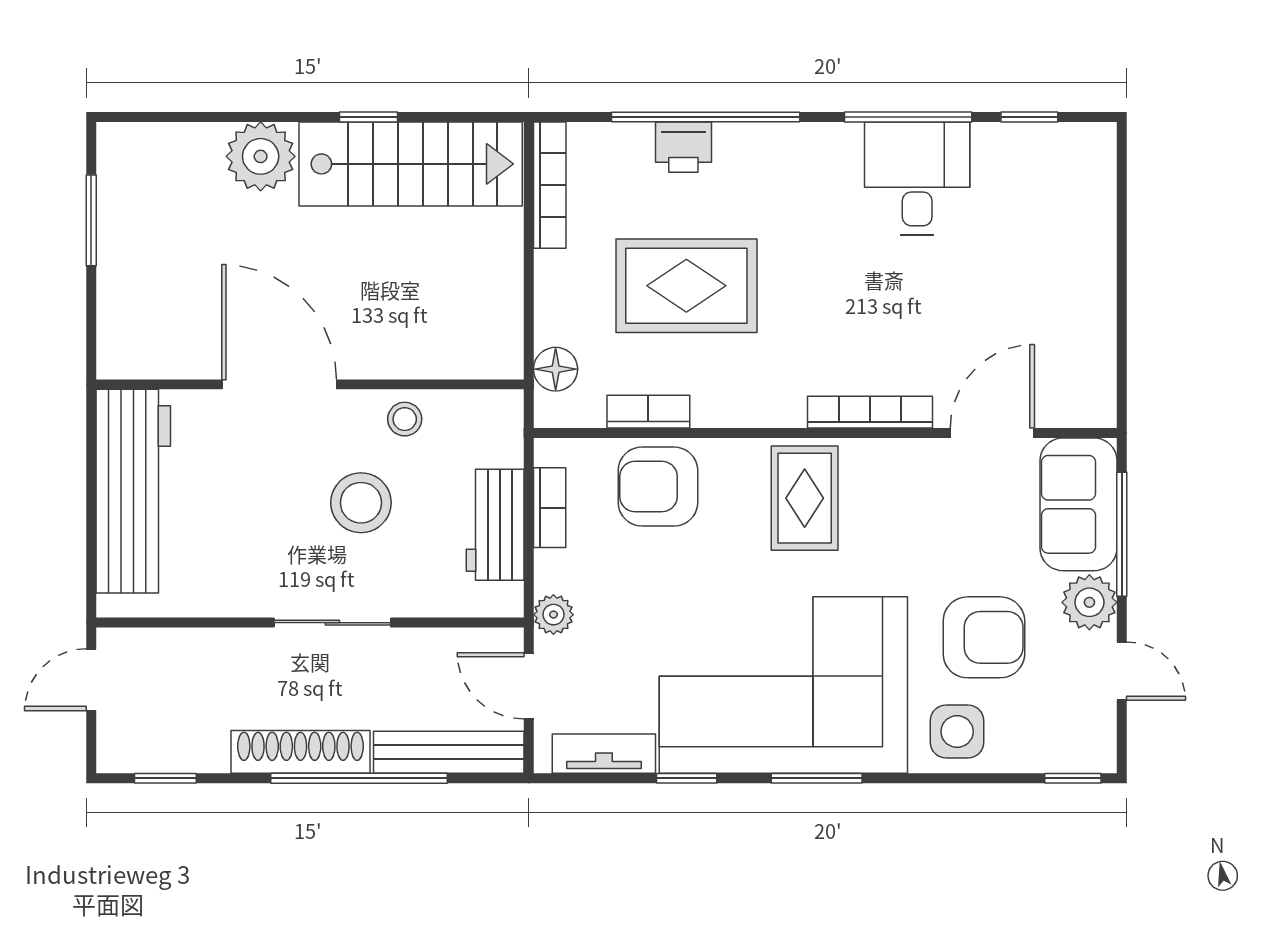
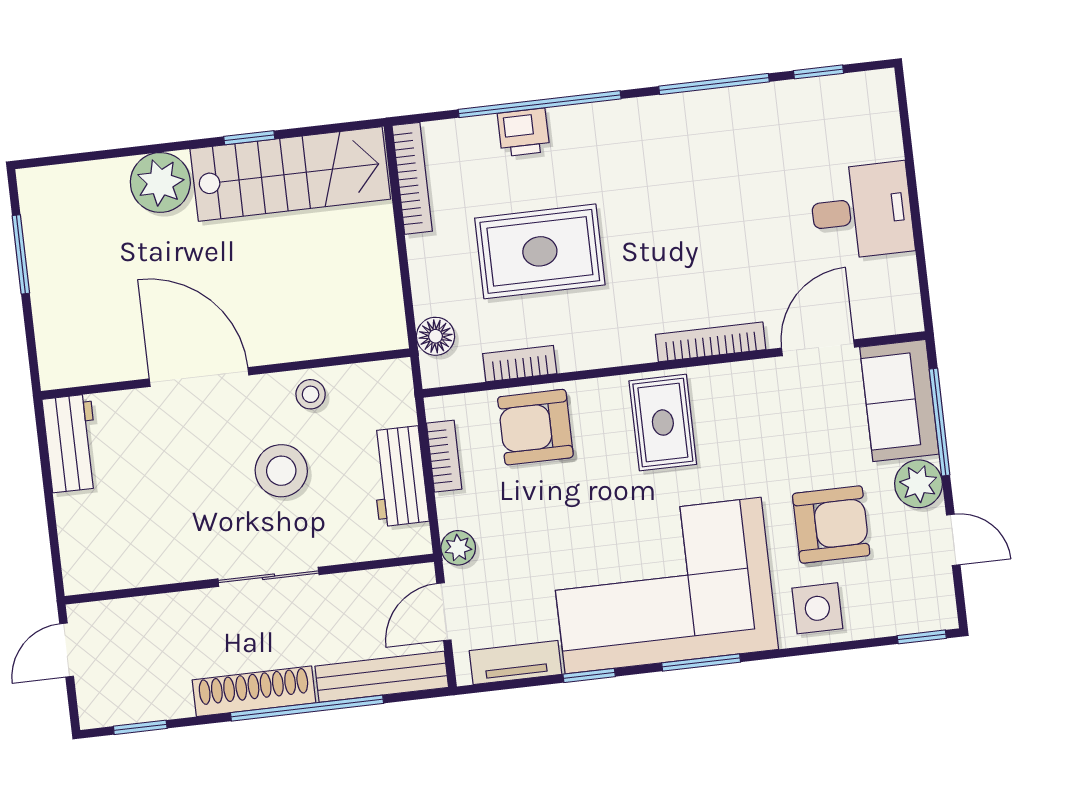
desk: (917, 178) -> (862, 211), moved, turned 90
workbench: (133, 491) -> (71, 443), width x0.53, depth x0.76
door: (529, 686) -> (444, 612), hinge flipped

